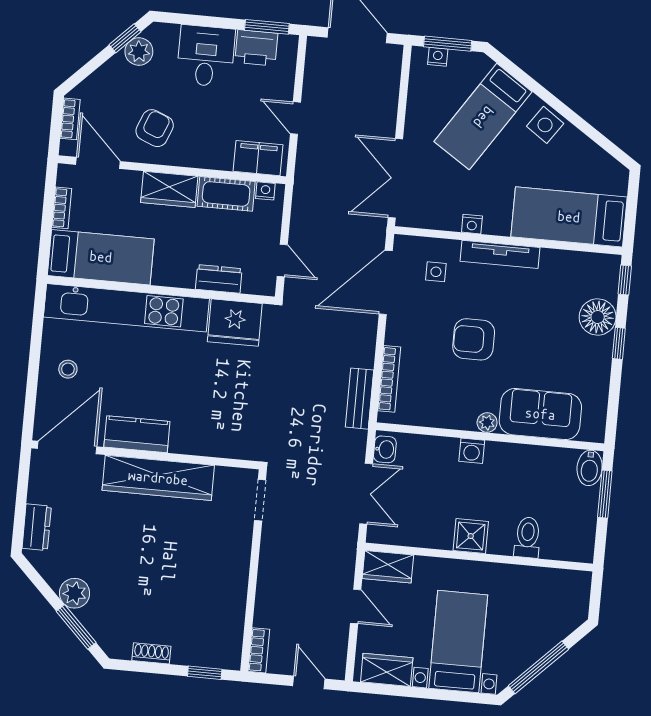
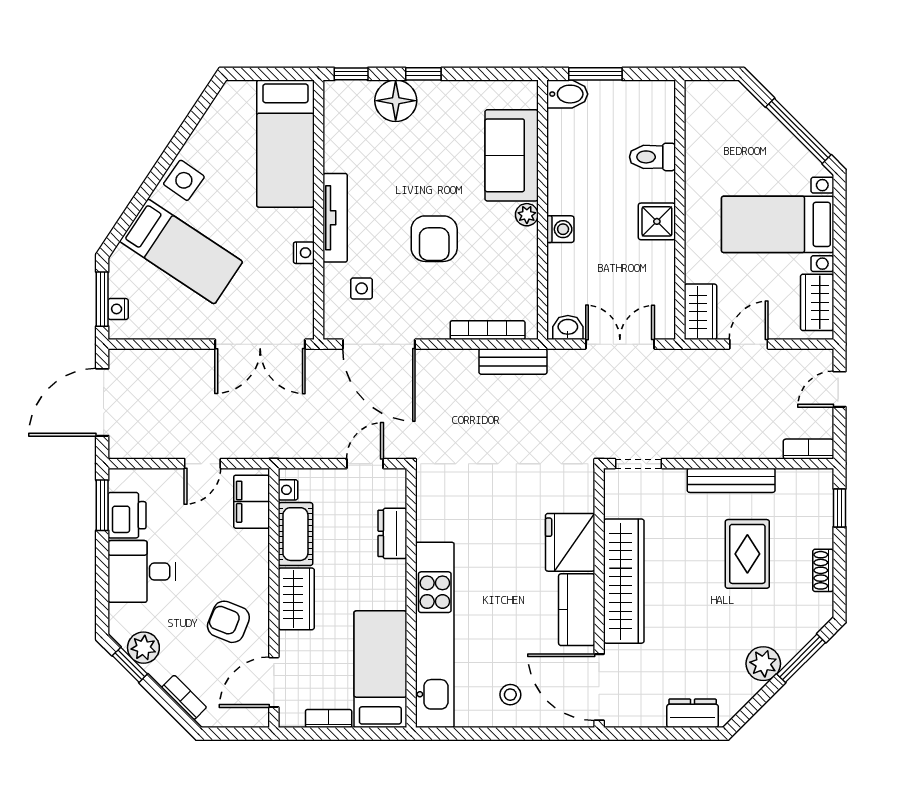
bookcase: (70, 119) -> (184, 697), moved, turned 45
fridge: (235, 323) -> (570, 542), moved, turned 180
bench: (238, 580) -> (731, 480), added
rug: (172, 588) -> (747, 554), added

